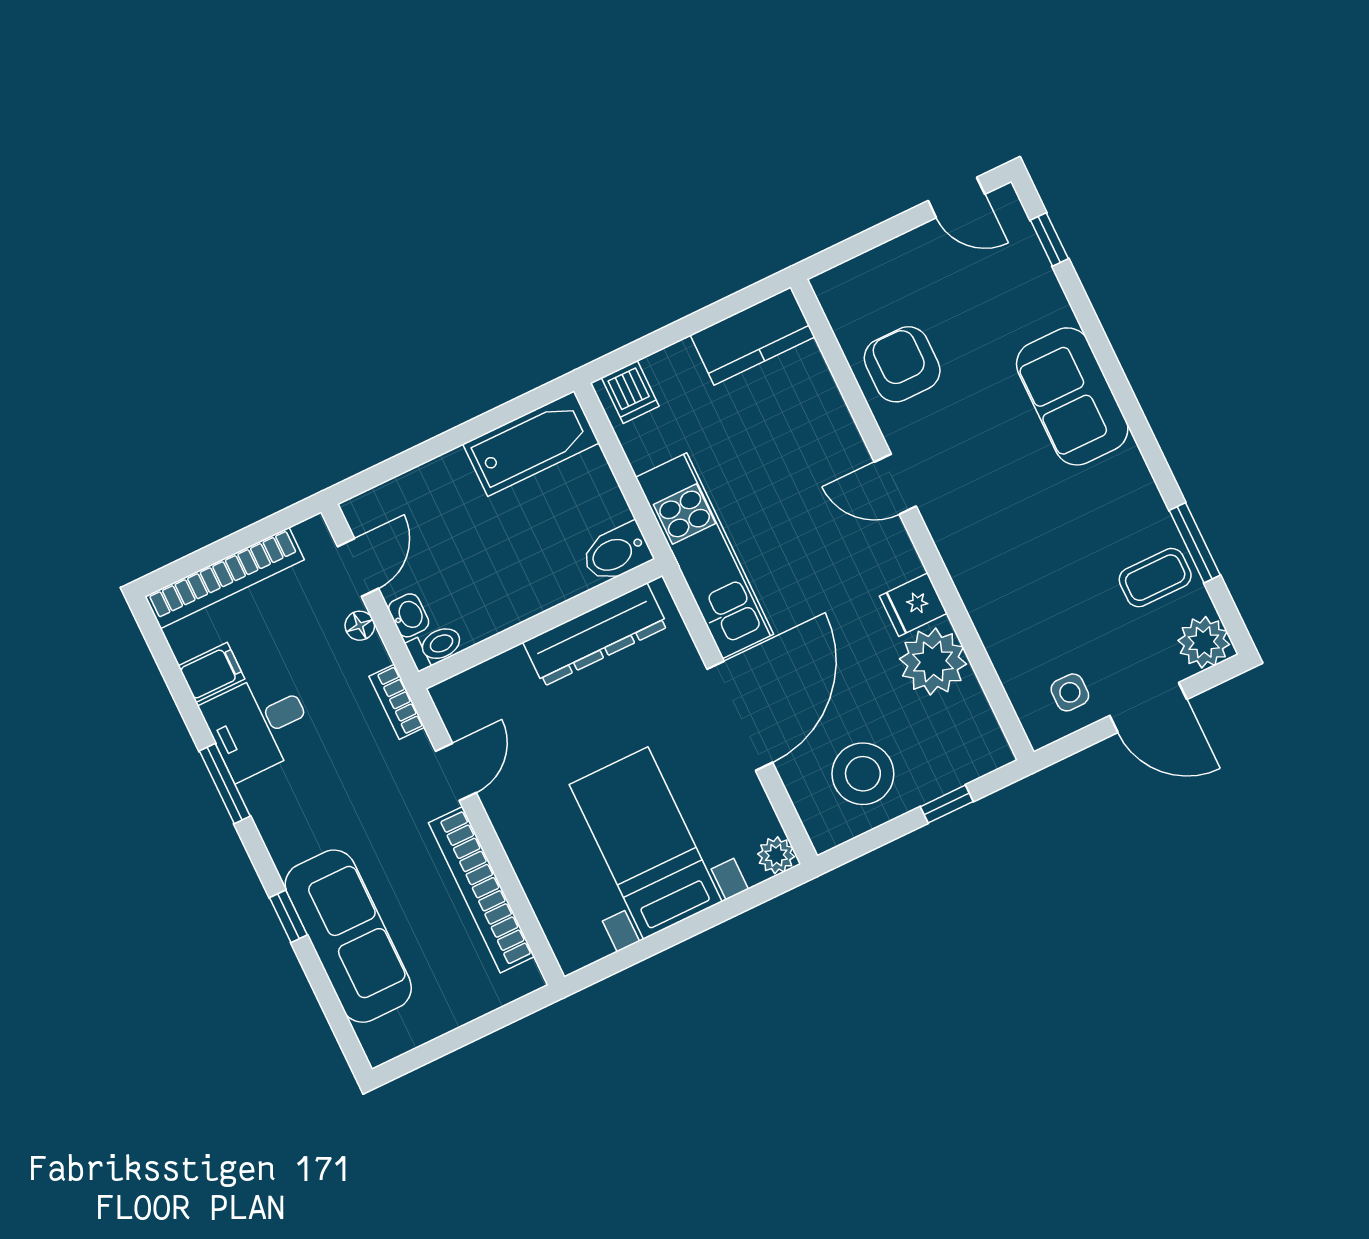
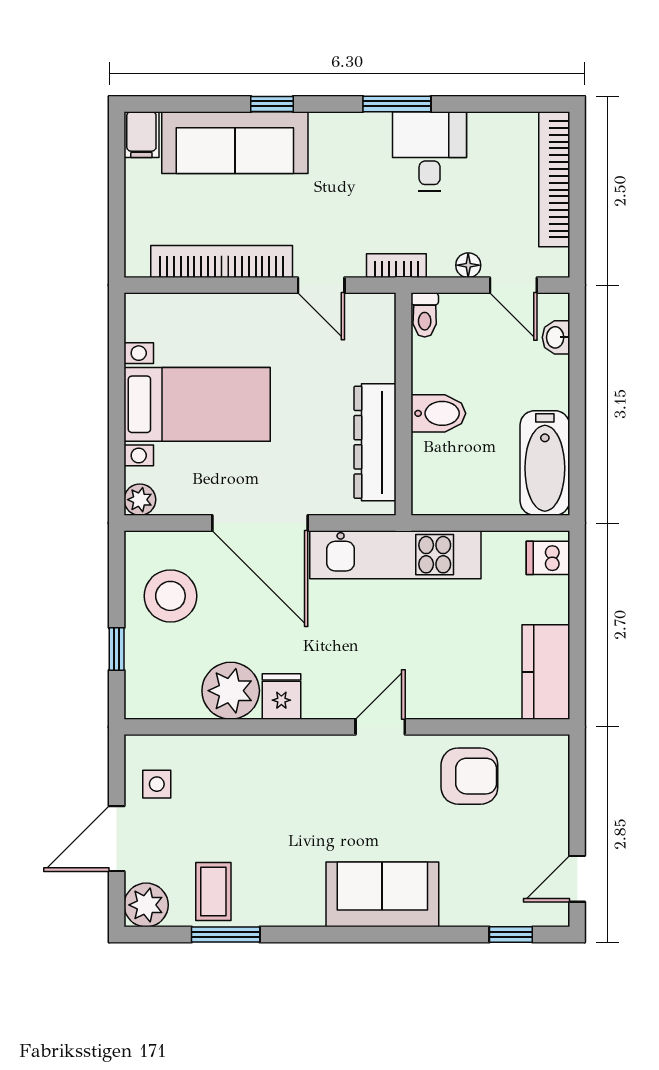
bidet: (616, 553) -> (438, 413), moved, turned 90
washbasin: (409, 615) -> (556, 337), moved, turned 90
filing cabinet: (212, 672) -> (141, 135), moved

